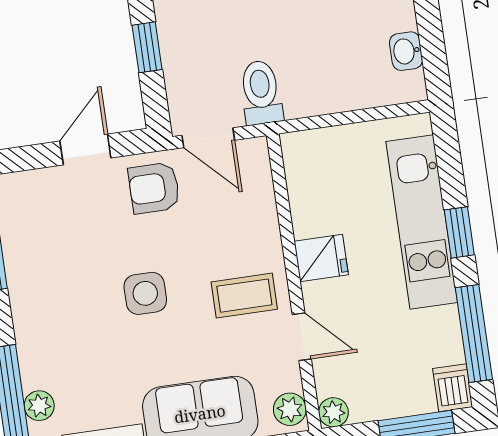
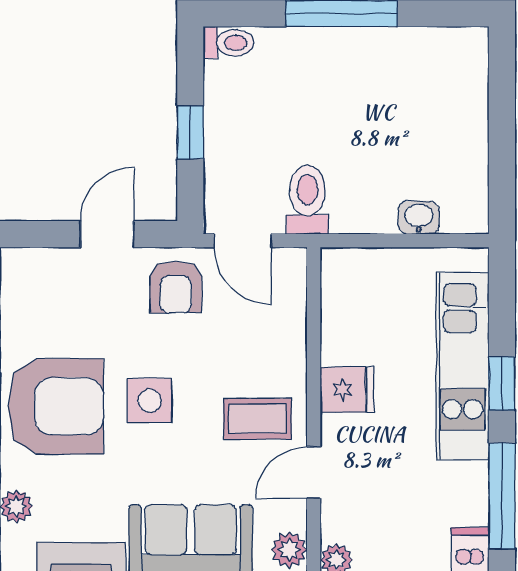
washbasin: (406, 51) -> (419, 218), moved, turned 90
armchair: (154, 188) -> (176, 287), turned -90
armchair: (62, 311) -> (56, 406), added
door: (302, 337) -> (314, 473), swing flipped

